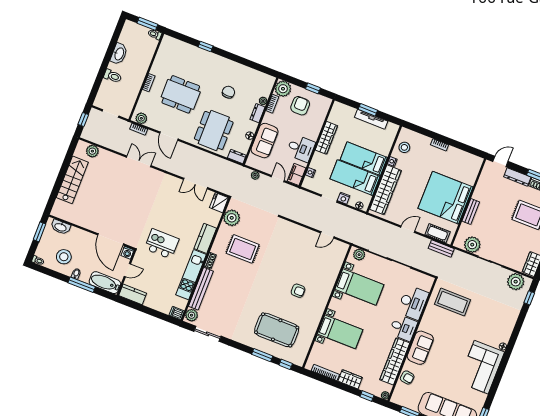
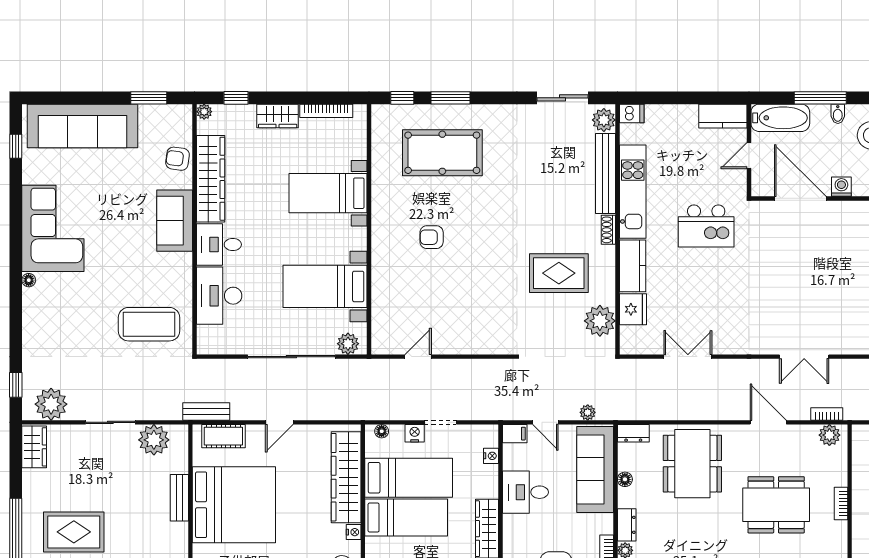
chair: (228, 92) -> (693, 542), removed
sofa: (265, 141) -> (595, 469), width x1.36
filing cabinet: (296, 174) -> (515, 434), width x0.50
fridge: (219, 203) -> (633, 309), moved
washing machine: (128, 253) -> (841, 187), moved

